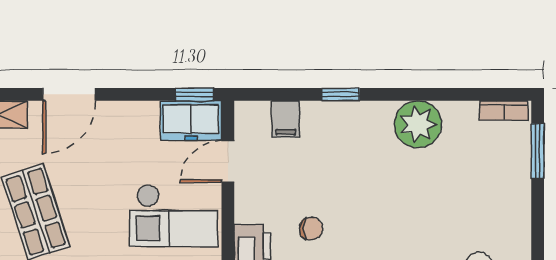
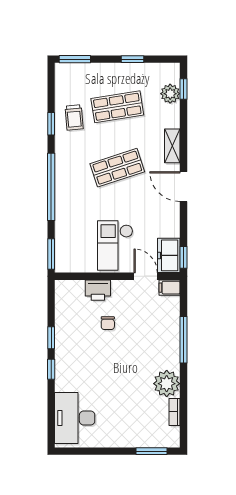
window: (341, 94) -> (183, 340), width x2.17
bookcase: (504, 110) -> (175, 412), moved
filing cabinet: (286, 119) -> (170, 288), moved

